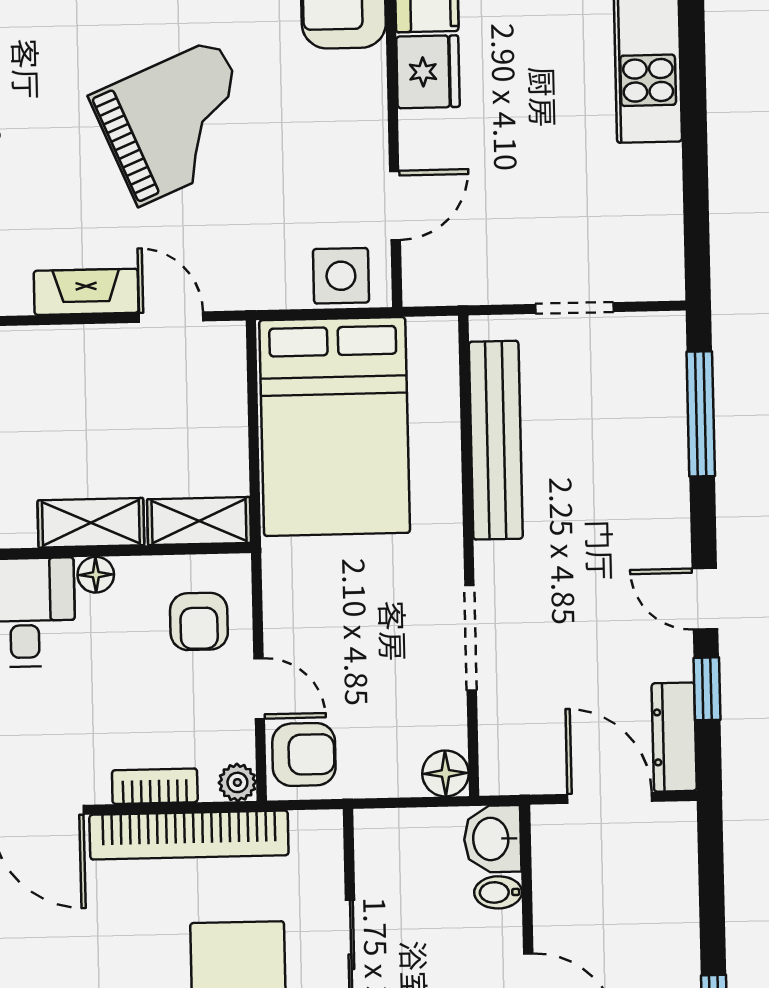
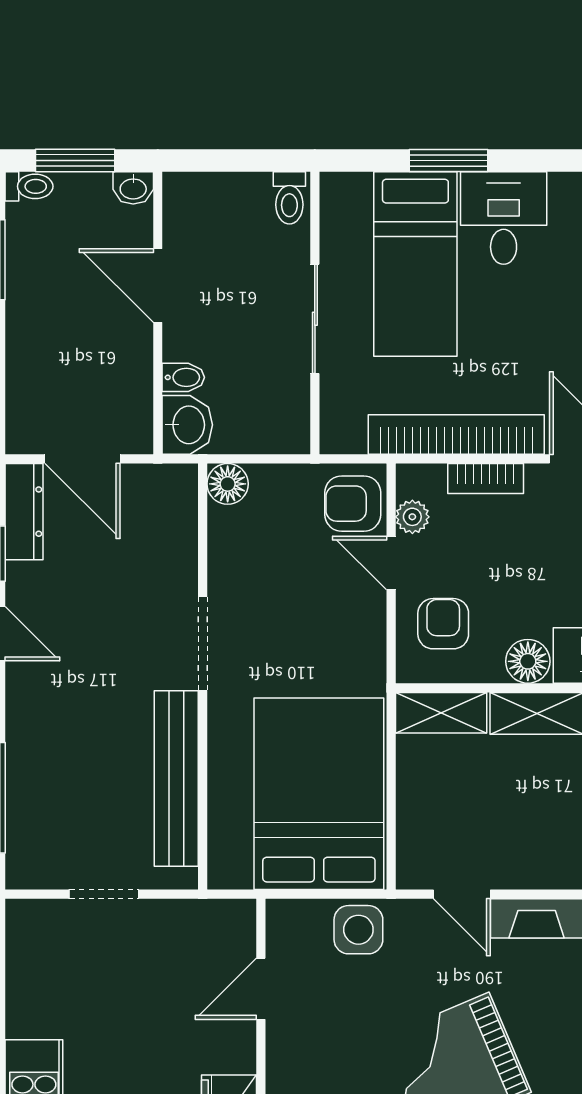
side table: (341, 276) -> (358, 930), moved
floor lamp: (96, 575) -> (528, 661), width x1.37, depth x1.37
doorway: (471, 638) -> (203, 644), moved
plant: (237, 782) -> (412, 517), moved

